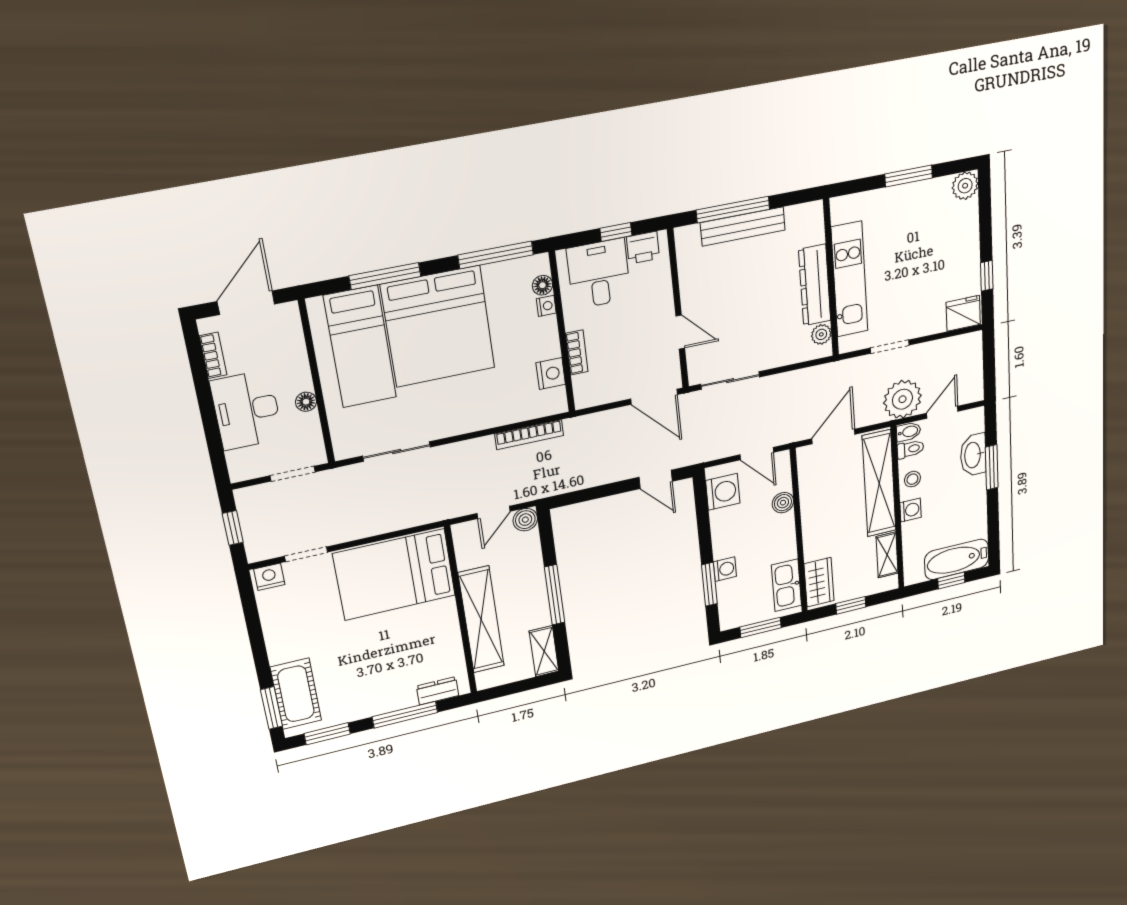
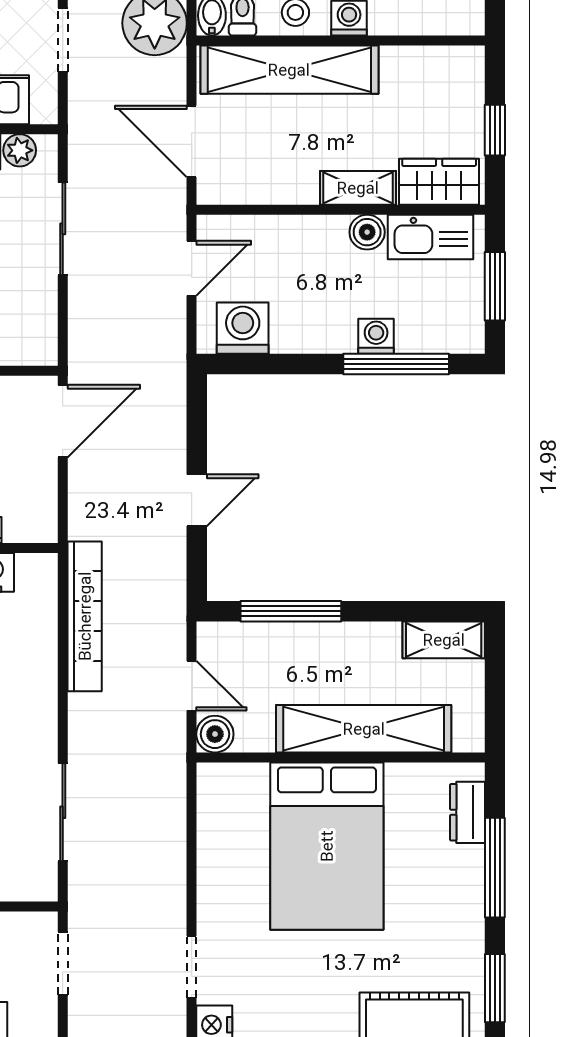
sliding door: (730, 381) -> (63, 229), moved
bookcase: (529, 435) -> (85, 616), width x1.48, depth x1.31
door: (656, 479) -> (197, 500), moved
boiler: (783, 503) -> (367, 232), moved
boiler: (525, 520) -> (215, 734), moved
shelving: (887, 555) -> (358, 188), moved
bed: (394, 574) -> (327, 846), moved
window: (709, 584) -> (396, 364), width x1.44
window: (555, 595) -> (291, 611), moved

